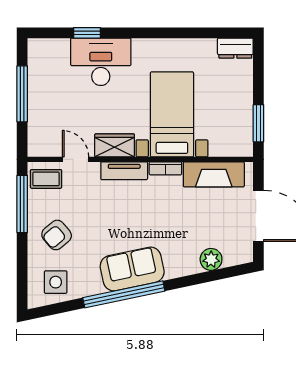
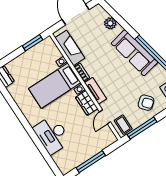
window: (87, 33) -> (43, 150), removed
sofa: (132, 269) -> (134, 53), width x1.36

